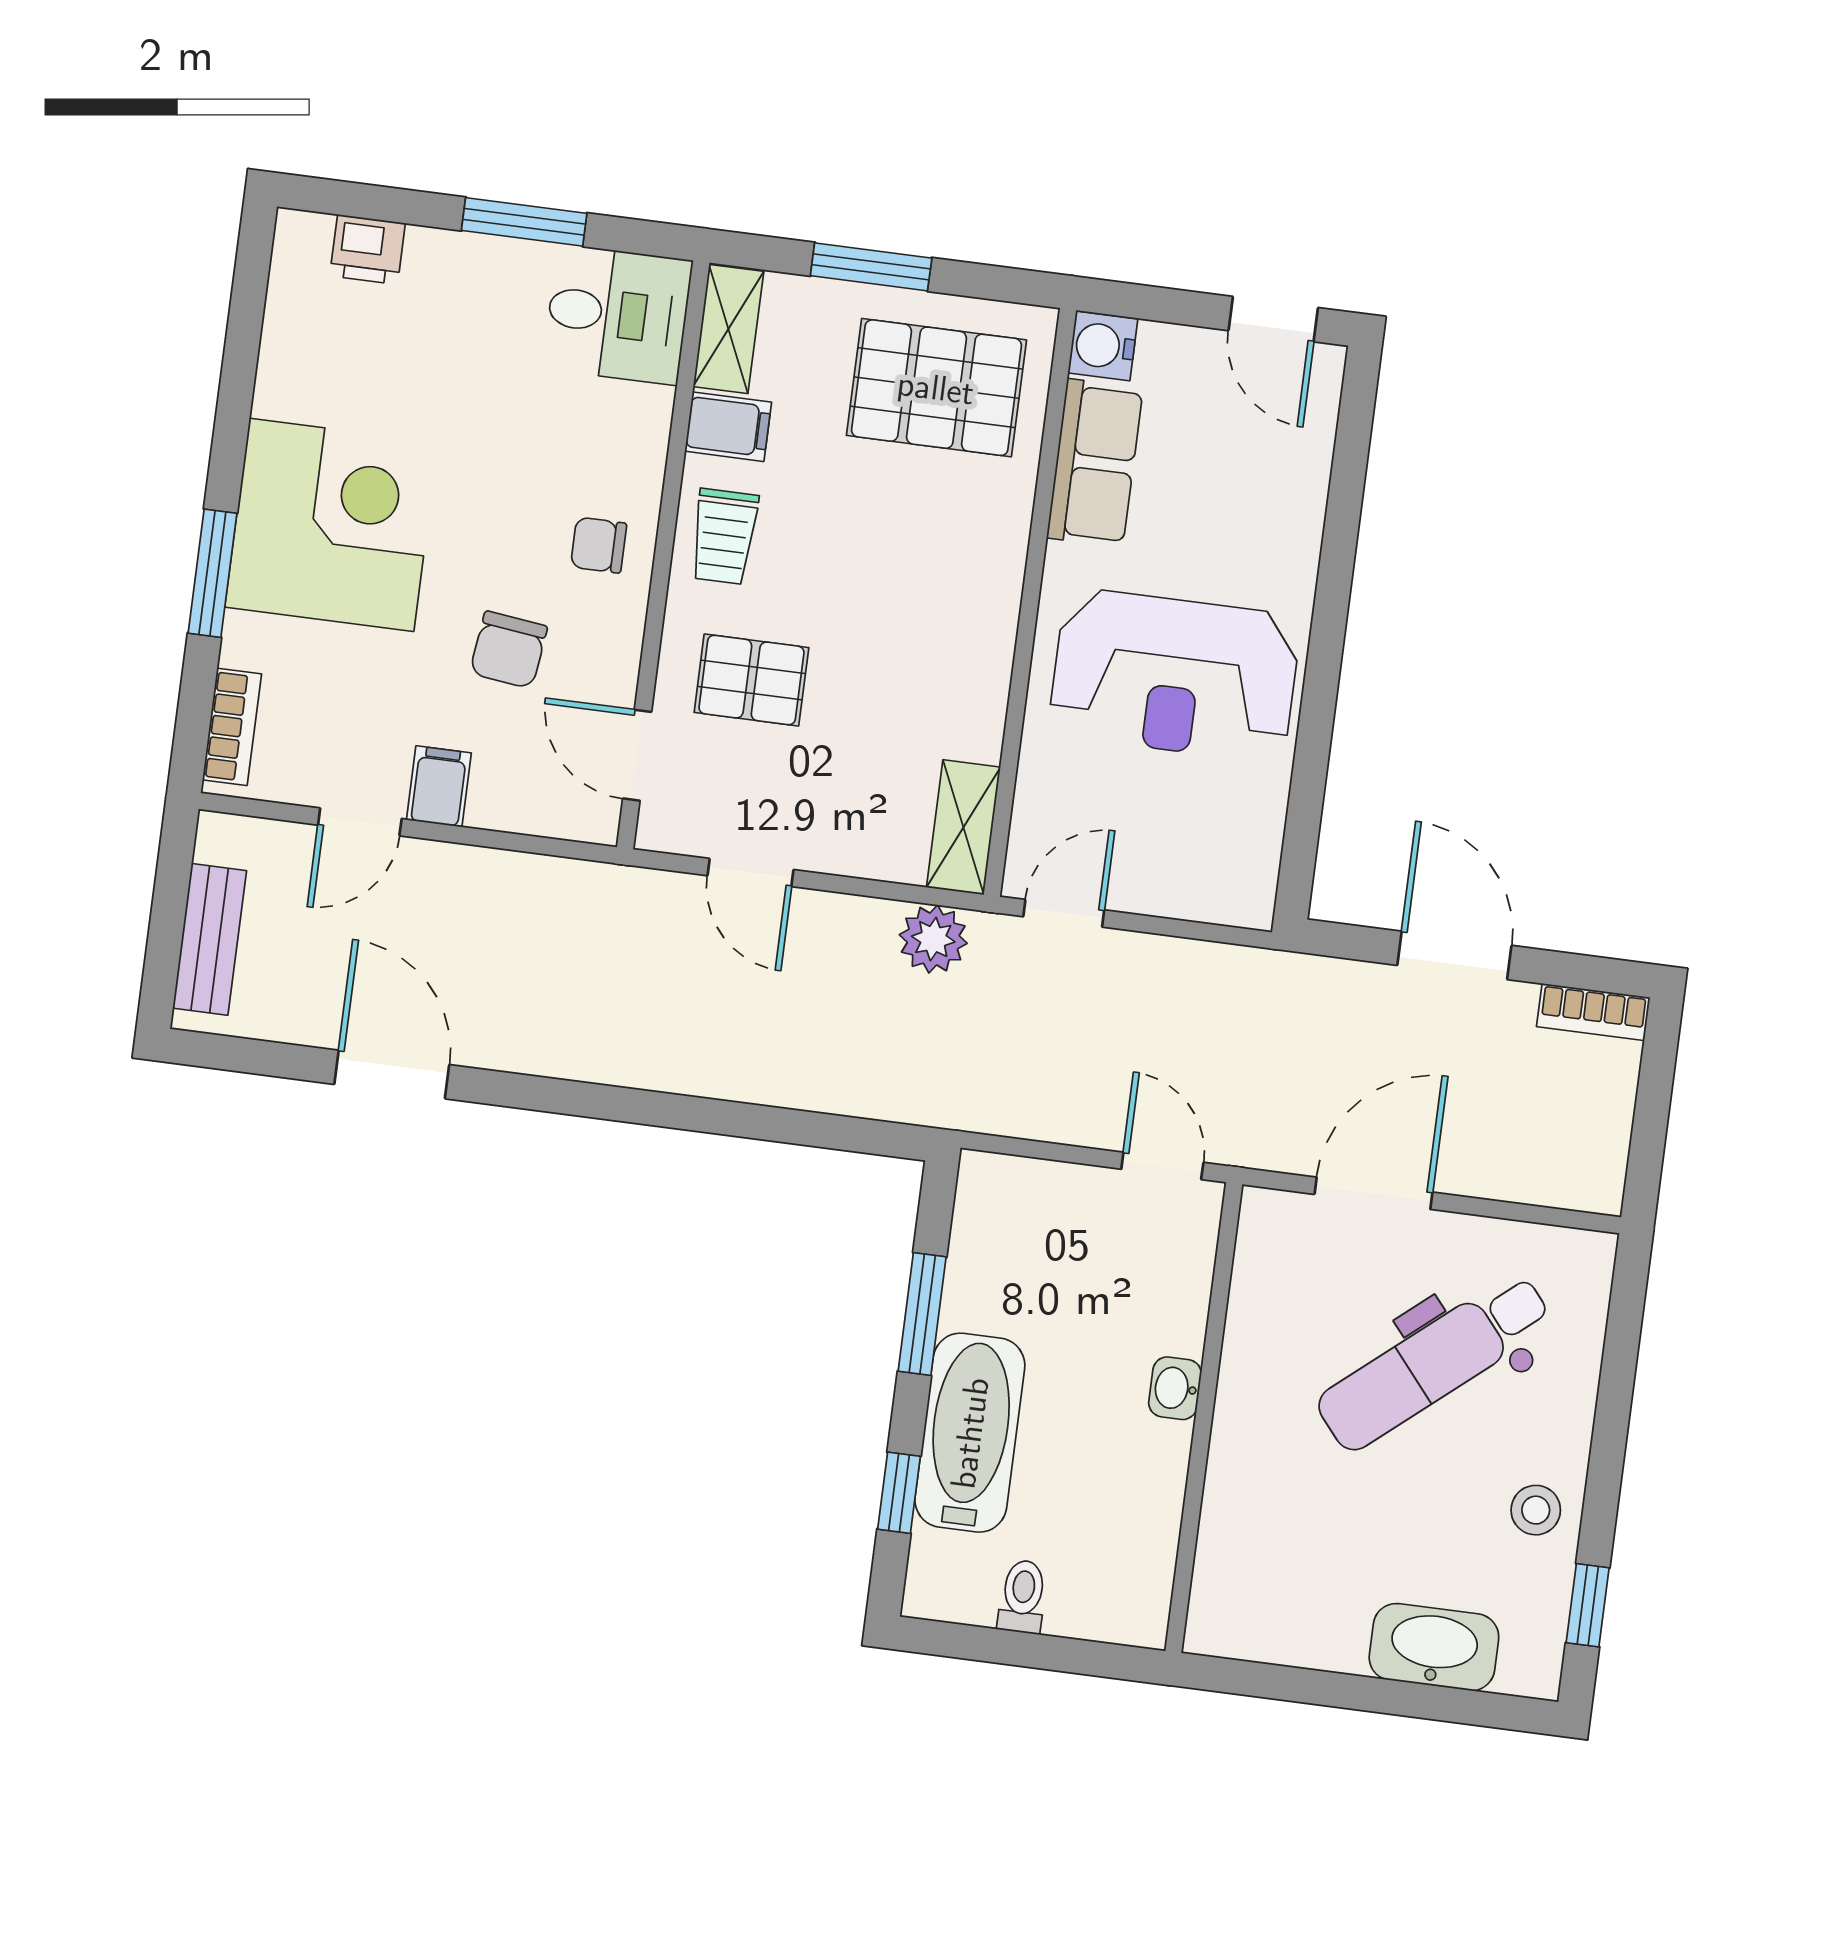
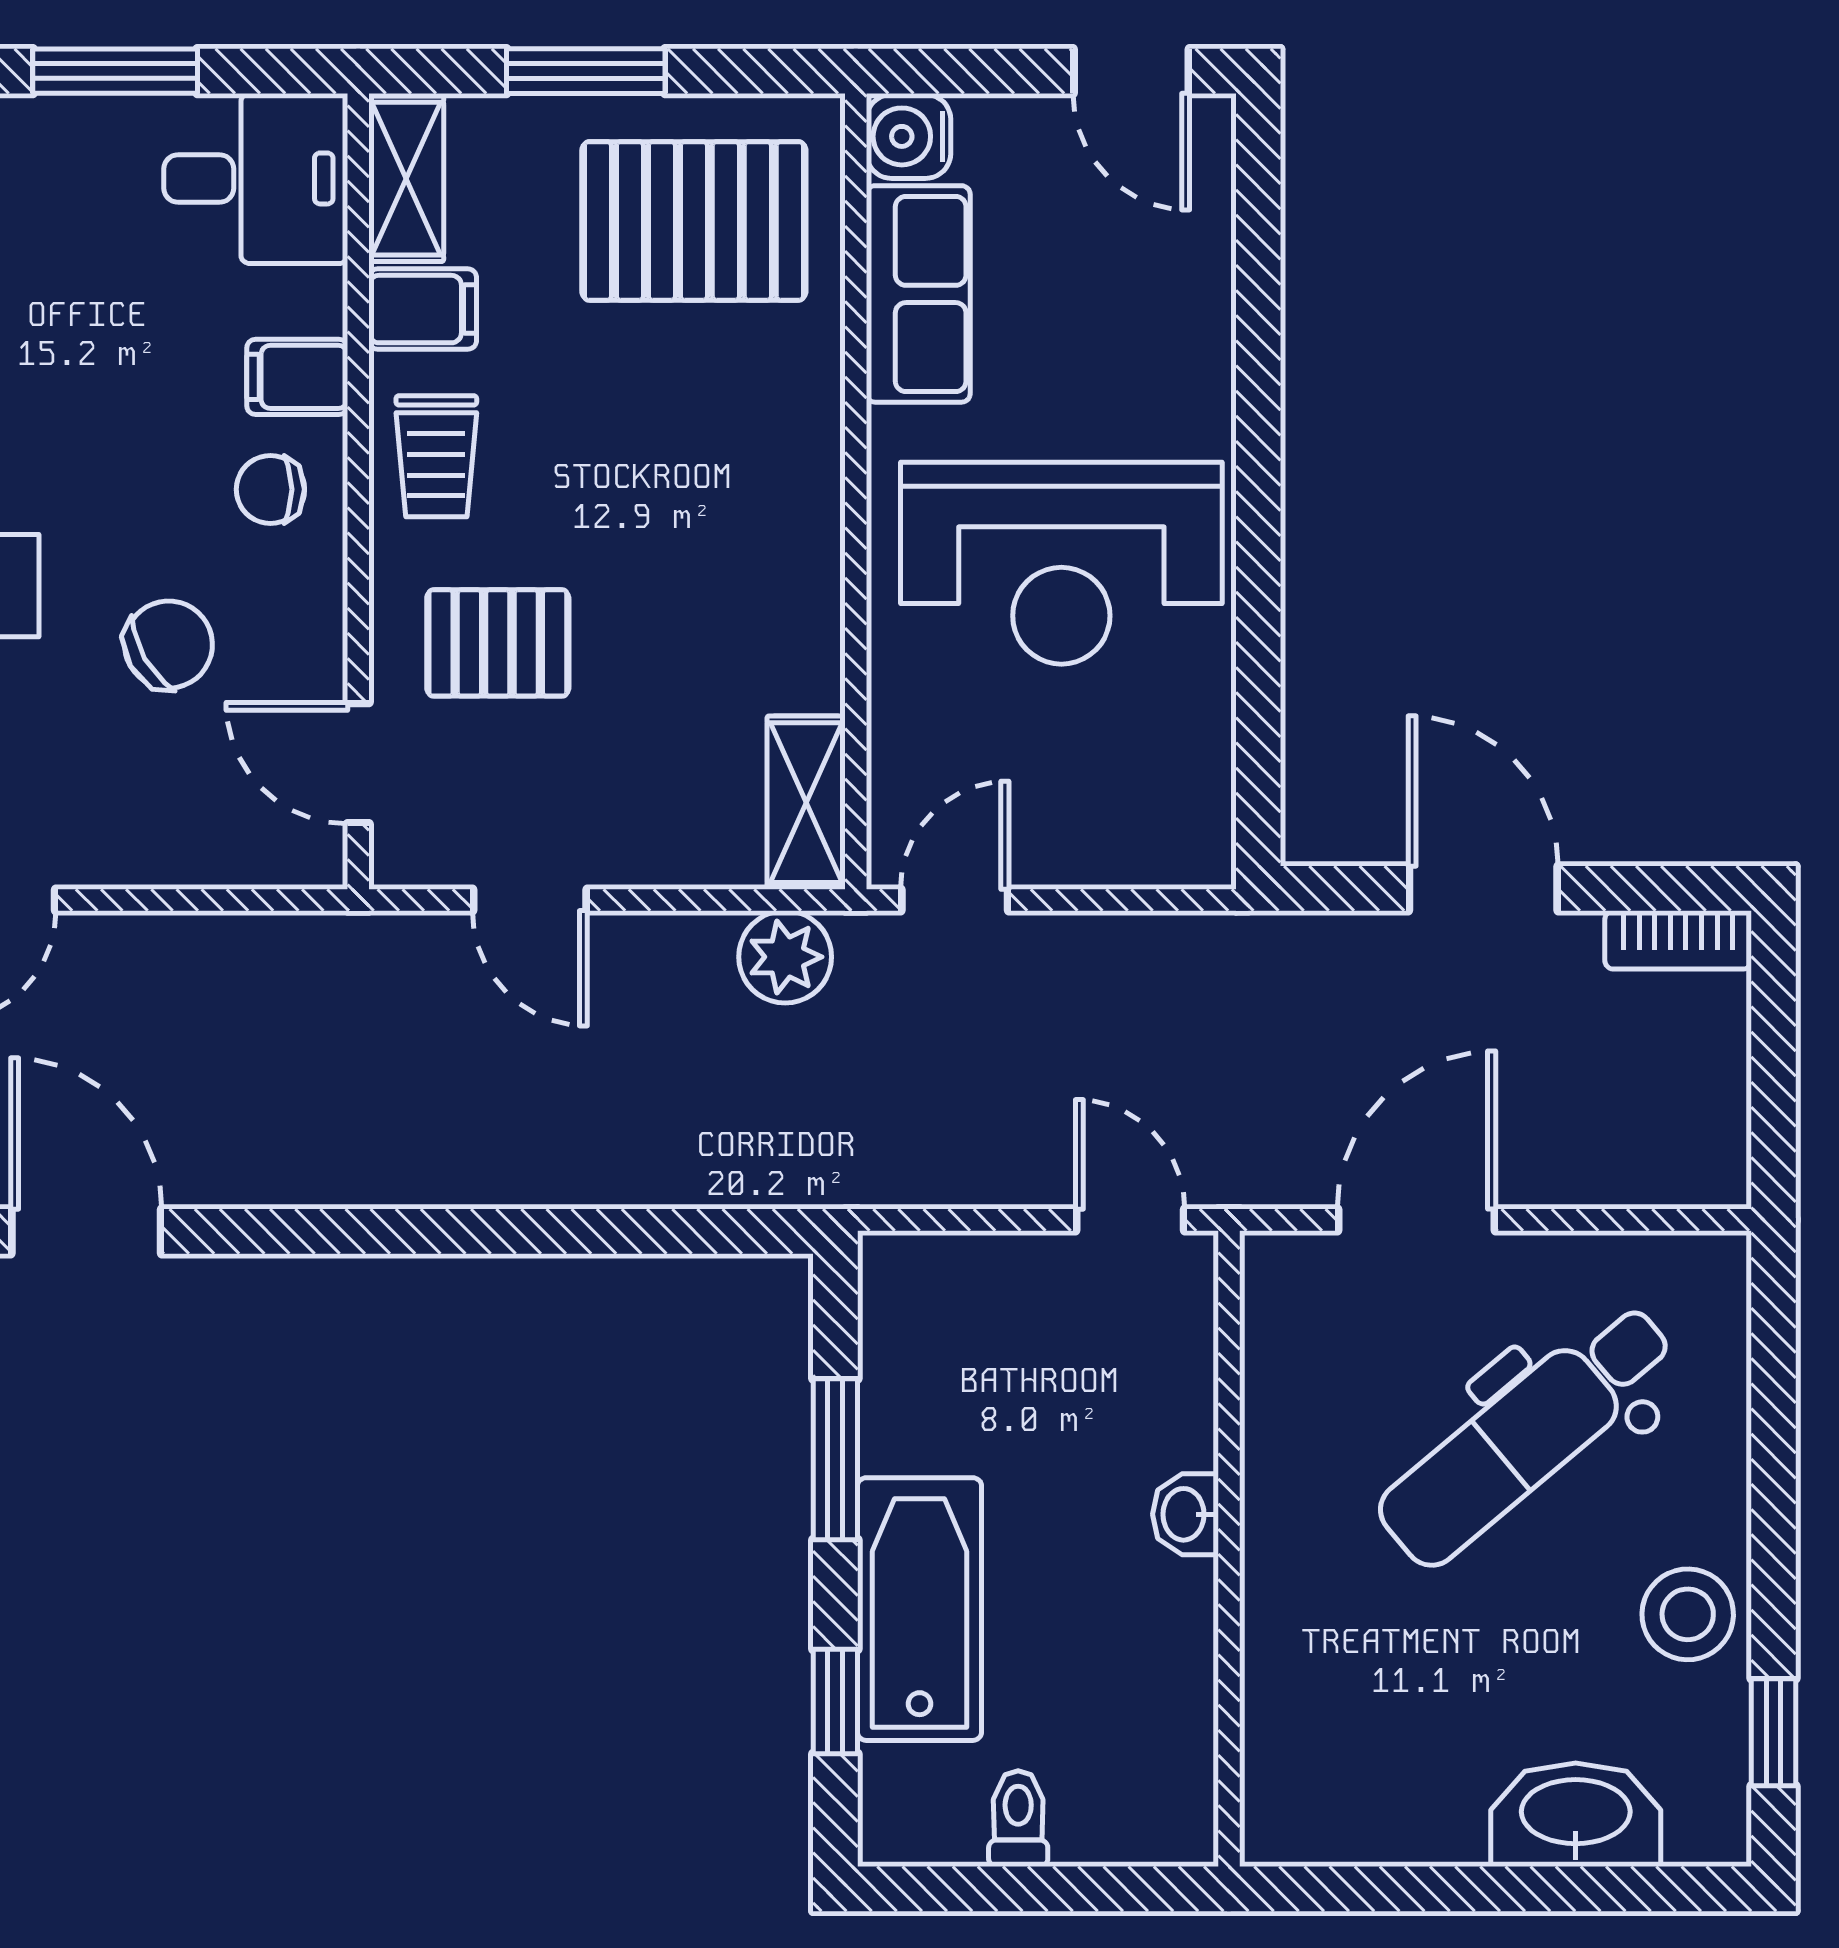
chair: (509, 650) -> (169, 645), turned -127
filing cabinet: (439, 786) -> (297, 377), moved, turned -90
stool: (1536, 1510) -> (1688, 1614), width x1.37, depth x1.37

